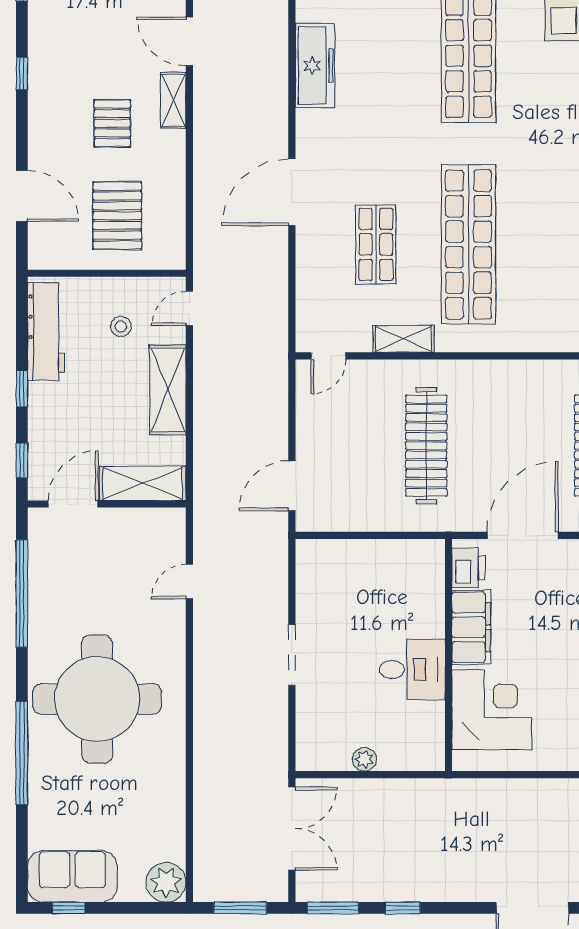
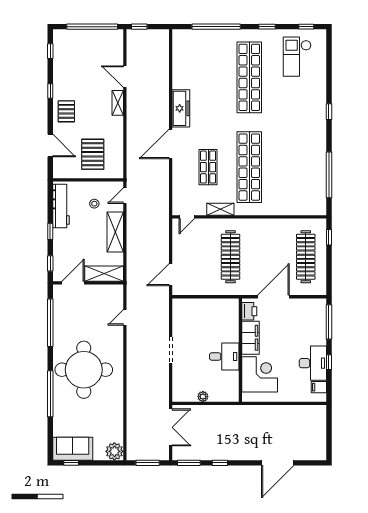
freezer: (315, 66) -> (181, 108), moved
pallet: (112, 123) -> (66, 111), moved

